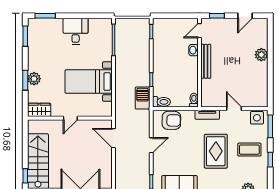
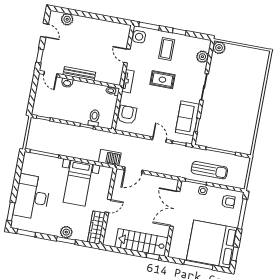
desk: (76, 31) -> (32, 197), width x1.87, depth x1.30
plant: (261, 55) -> (67, 19), moved
barbecue: (143, 98) -> (110, 158), moved, turned 180
toilet: (161, 102) -> (94, 118), moved
door: (234, 109) -> (127, 56), hinge flipped
wardrobe: (39, 110) -> (96, 227), width x1.50
door: (70, 118) -> (108, 206), hinge flipped
door: (151, 145) -> (159, 140), moved
rug: (216, 151) -> (162, 80), width x0.73, depth x0.70

